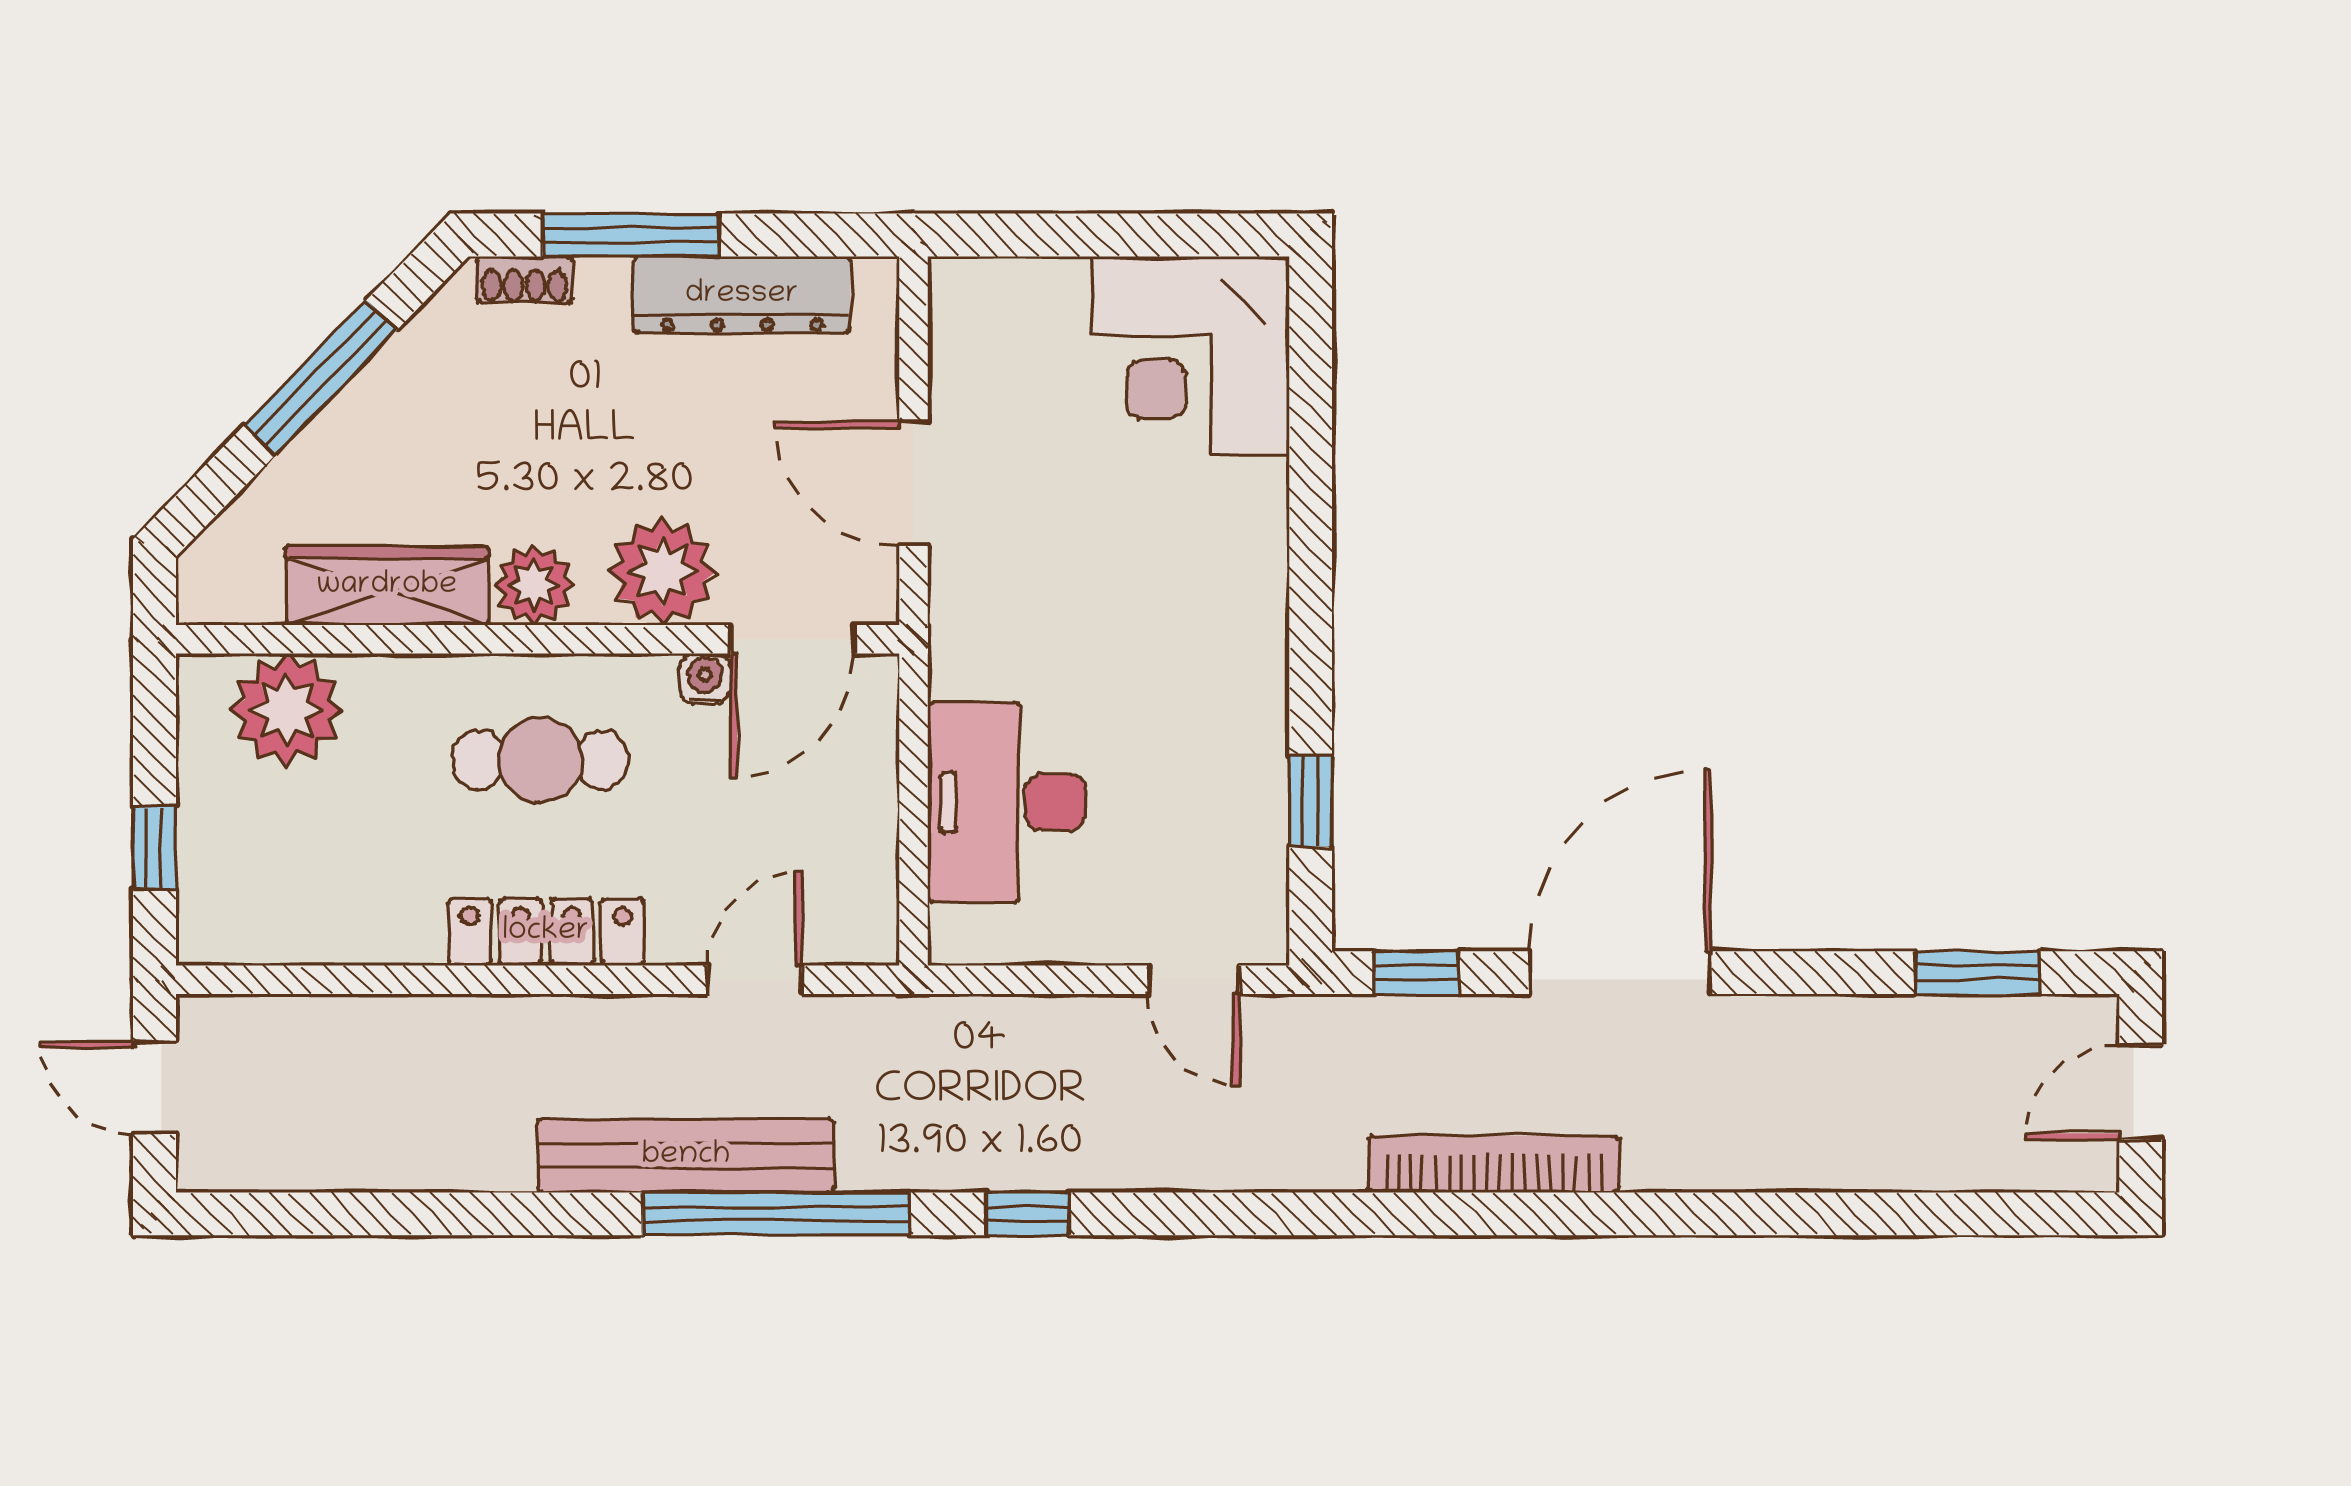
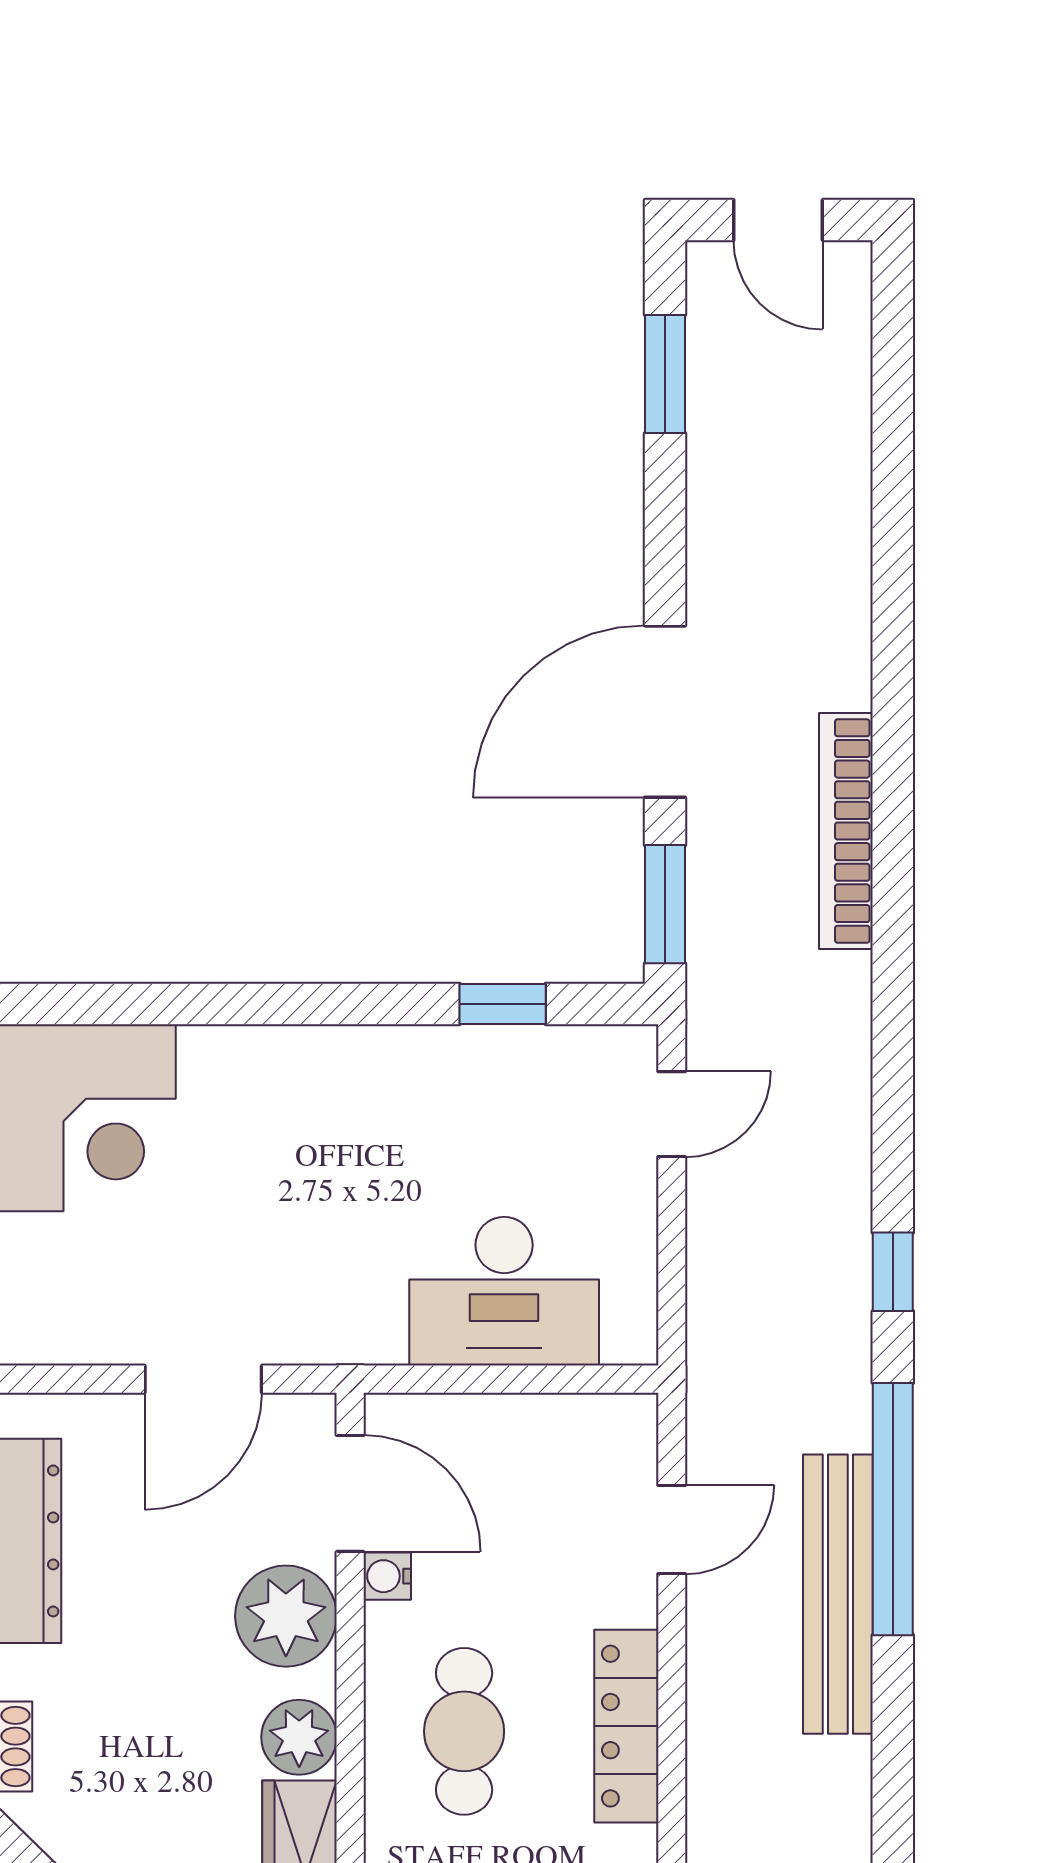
window: (1416, 973) -> (665, 904), width x1.50
door: (1620, 973) -> (665, 712), hinge flipped
door: (754, 980) -> (672, 1529), swing flipped

